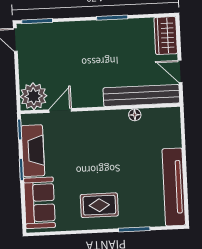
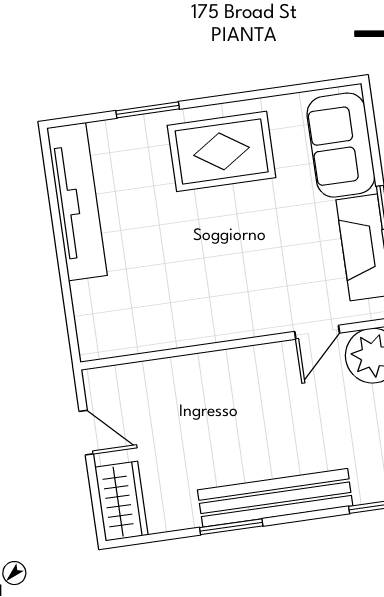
bench: (141, 95) -> (275, 498), moved
floor lamp: (135, 115) -> (168, 338), removed
rug: (99, 205) -> (222, 151), width x1.36, depth x1.43

